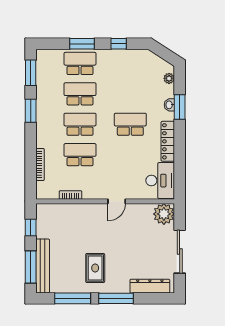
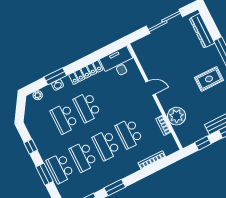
school desk: (130, 94) -> (64, 119), added
plant: (164, 214) -> (177, 116), moved

